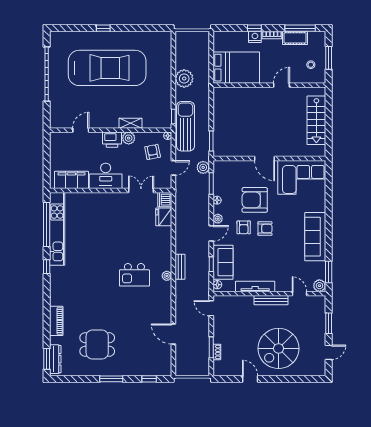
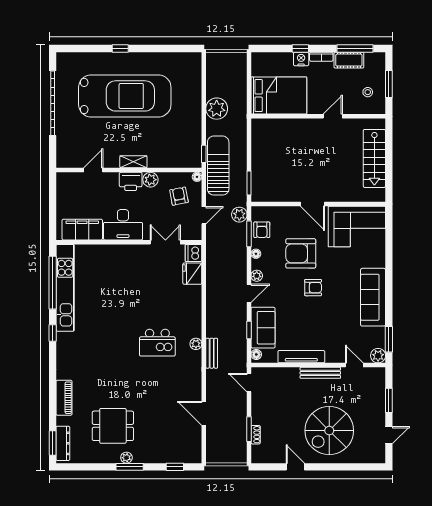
shelving: (130, 123) -> (133, 162), moved
armchair: (244, 227) -> (262, 230), moved
bench: (180, 267) -> (212, 353), moved
plant: (109, 371) -> (126, 458), added

